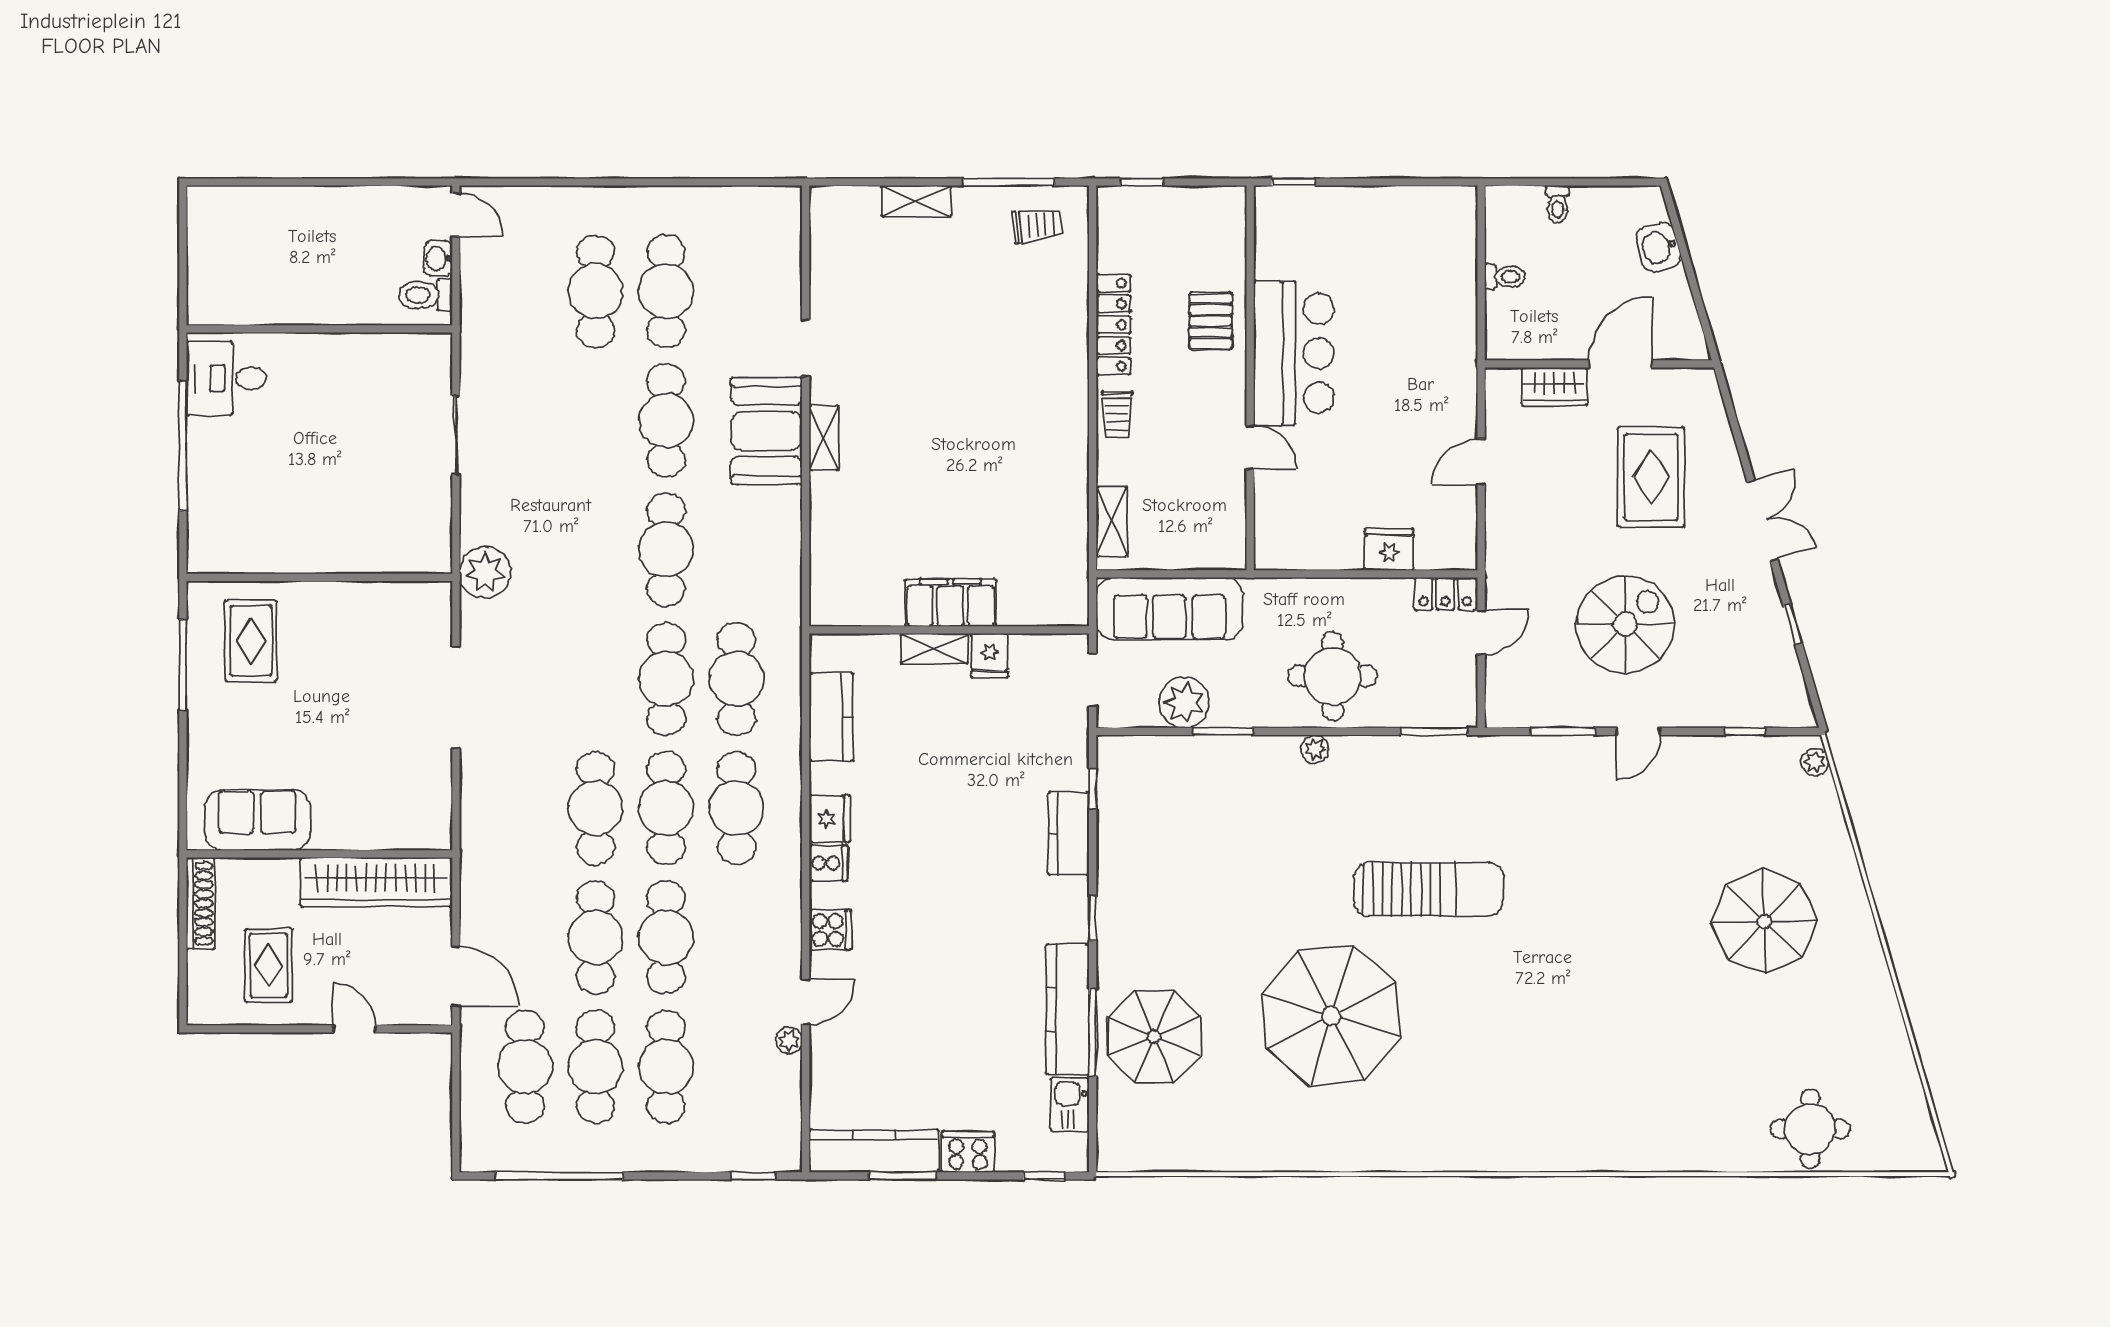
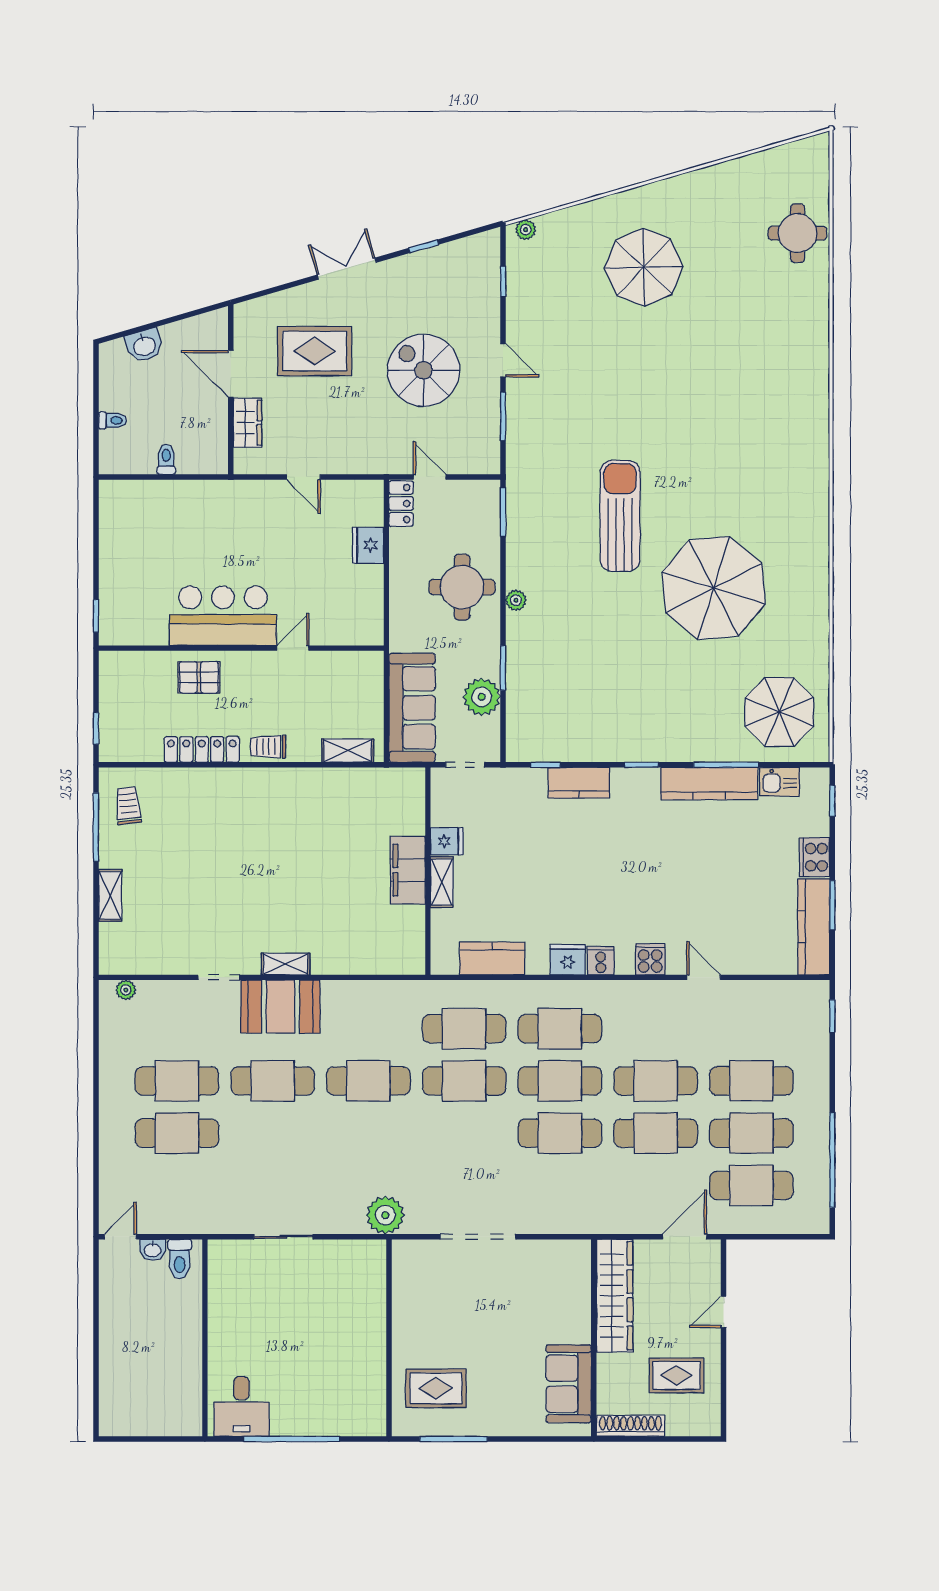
trolley: (1117, 415) -> (268, 747), turned 180
parasol: (1154, 1037) -> (779, 712), moved
plant: (789, 1040) -> (126, 990), moved

